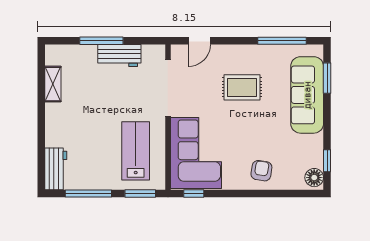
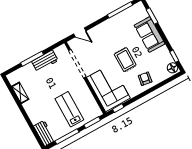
door: (199, 41) -> (80, 32), hinge flipped
rug: (242, 87) -> (125, 60), moved, turned 90
sofa: (307, 95) -> (150, 34), width x0.73
lab bench: (136, 151) -> (69, 109), moved

